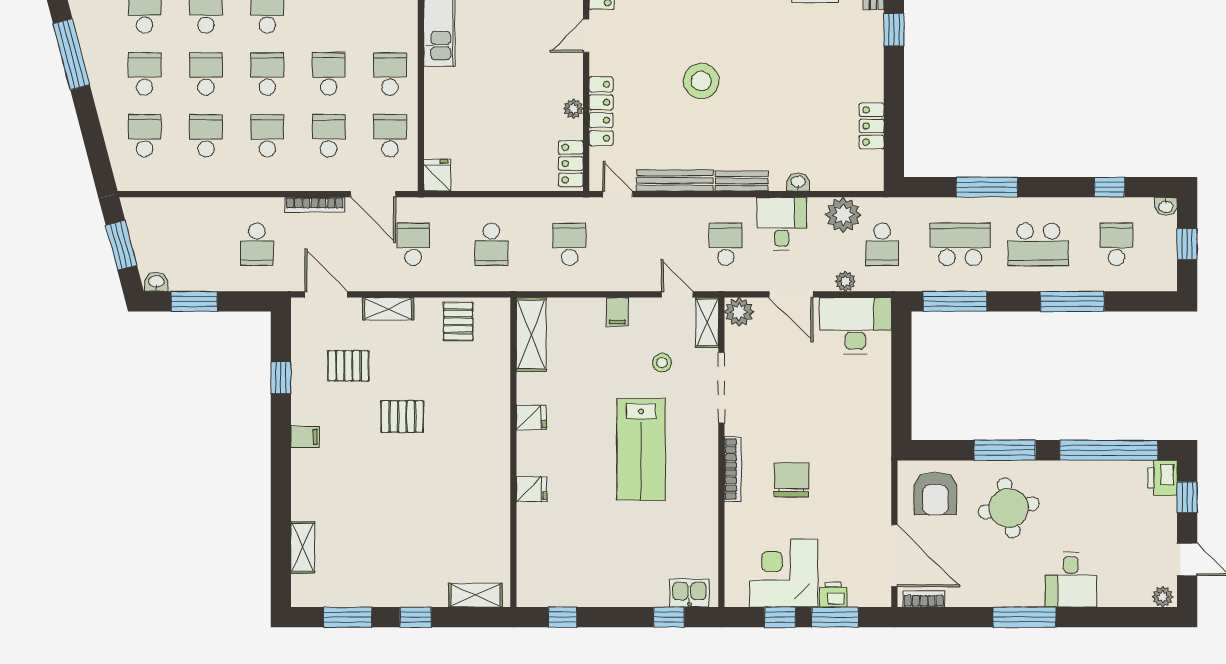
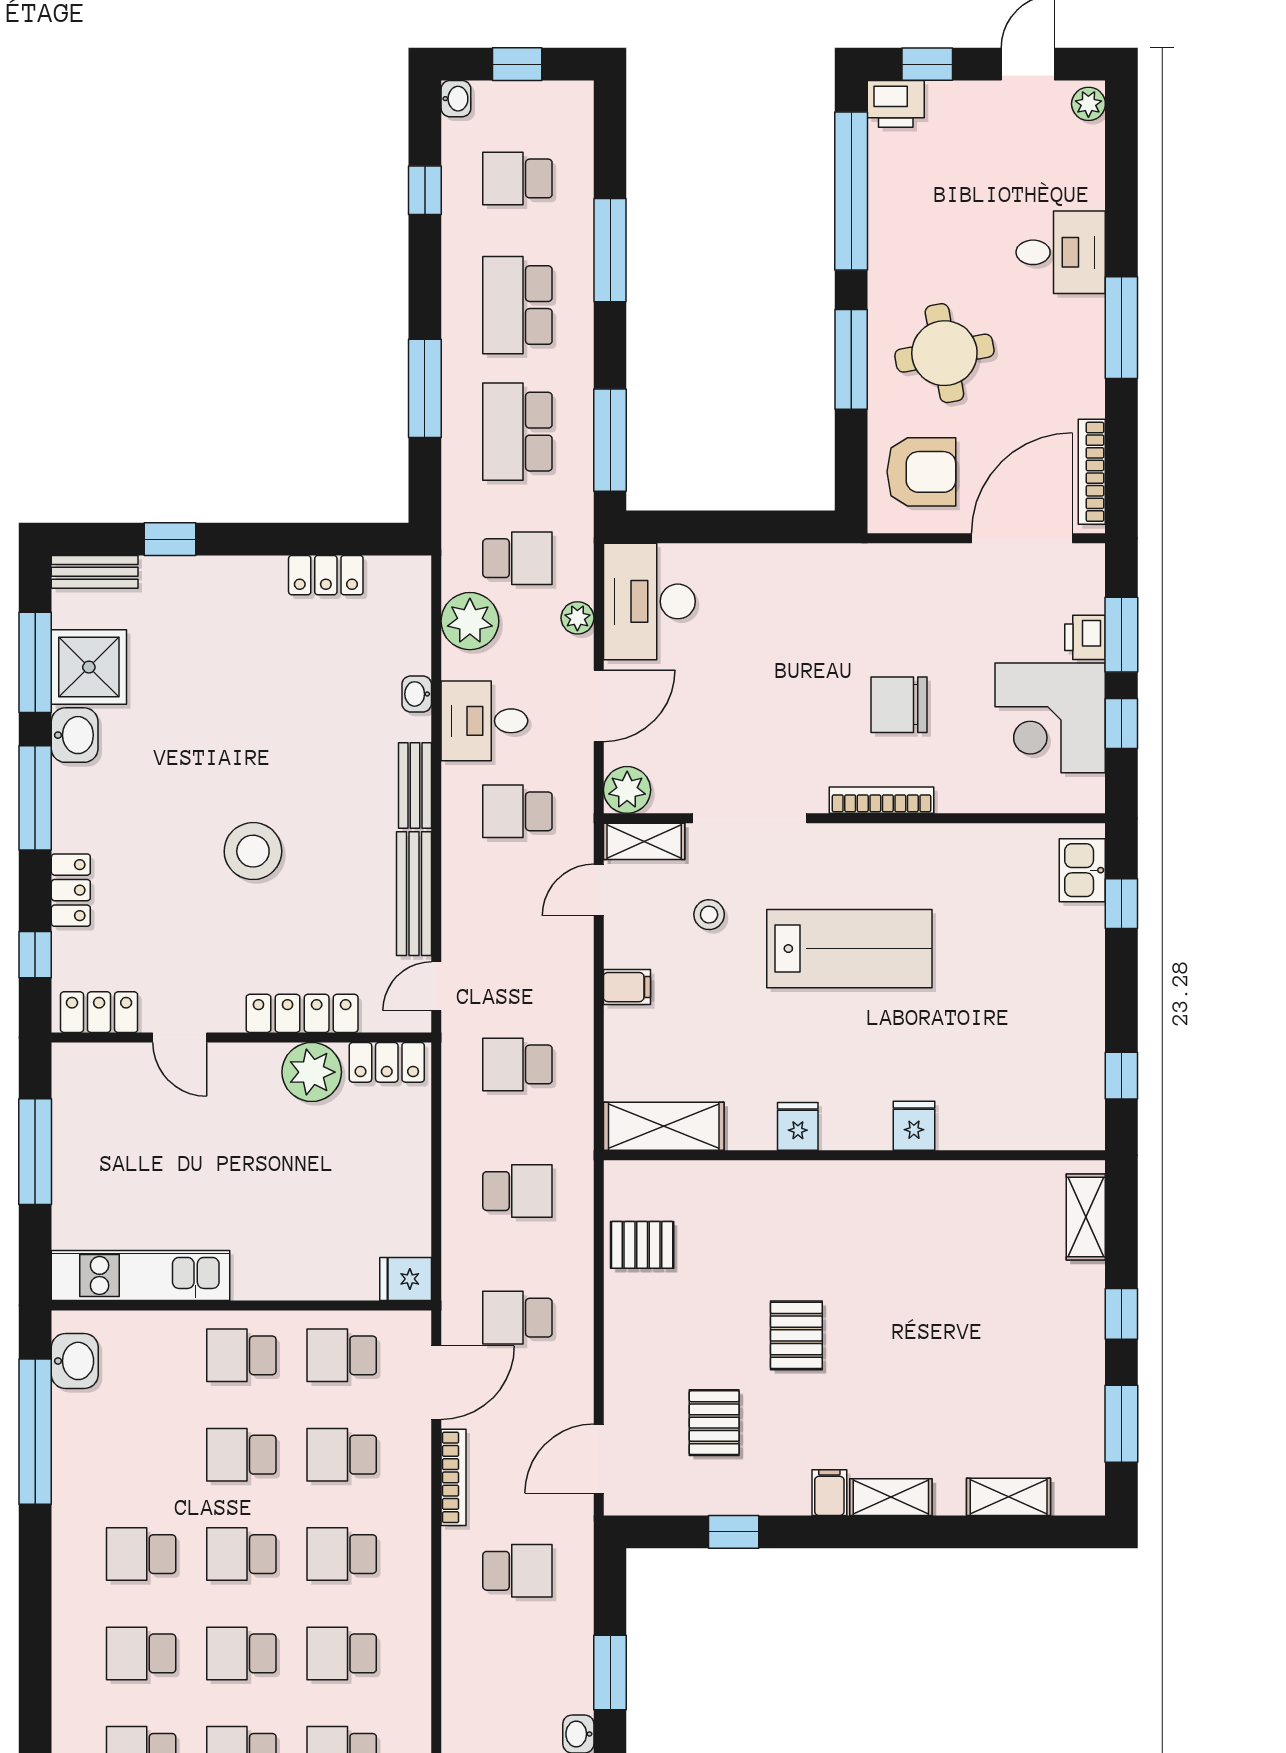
plant: (573, 109) -> (312, 1072), width x1.88, depth x1.88
school desk: (1038, 244) -> (517, 305), turned 180
shelving: (388, 309) -> (891, 1497), moved, turned 90
bookcase: (924, 599) -> (1092, 472), width x1.56

